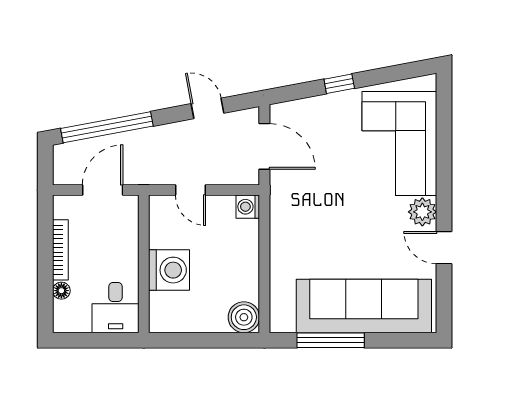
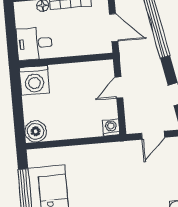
door: (264, 146) -> (153, 135), width x0.73
washing machine: (169, 270) -> (34, 80), moved

